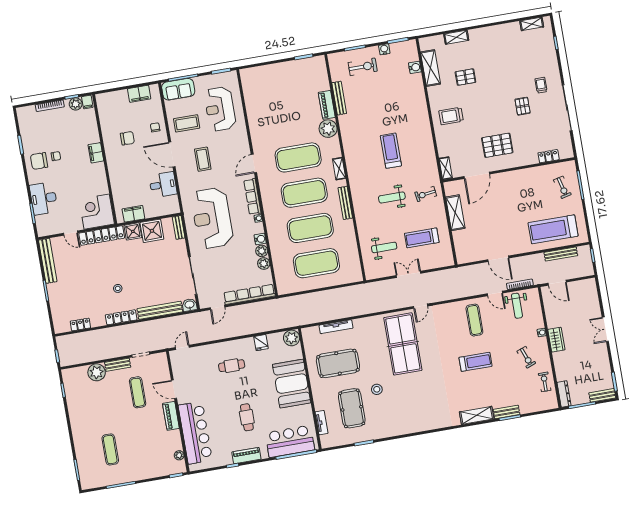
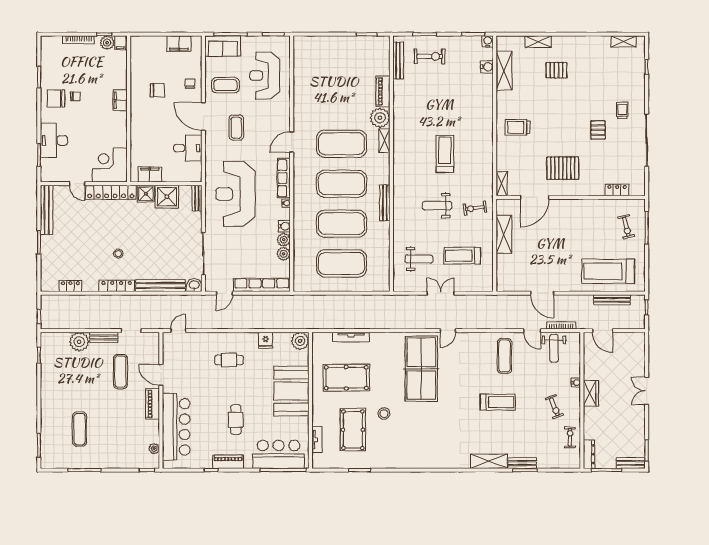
water cooler: (384, 49) -> (488, 41), moved
pallet: (465, 77) -> (556, 70), moved
bench: (339, 98) -> (398, 61), moved
shelving: (339, 169) -> (384, 141), moved

